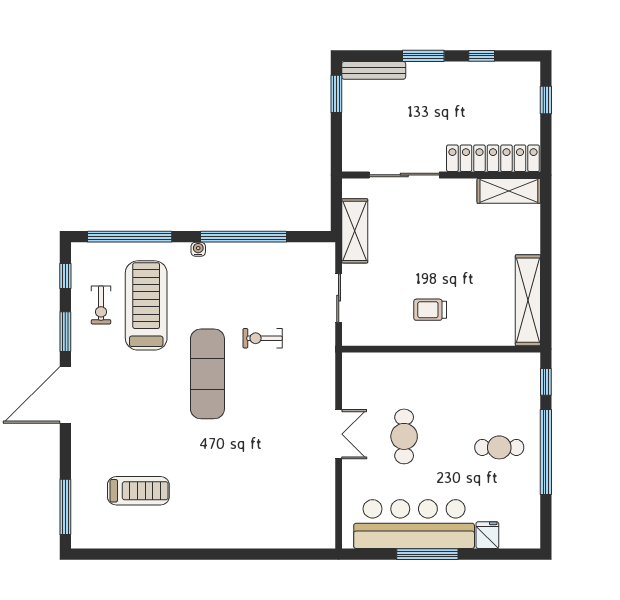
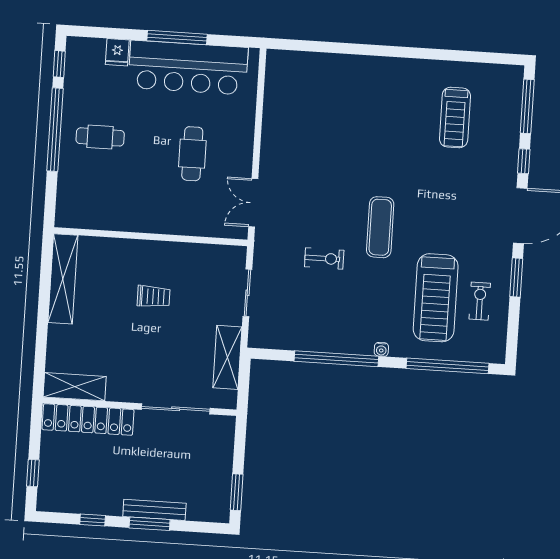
bench: (374, 70) -> (154, 510), moved
window: (65, 276) -> (524, 161), moved
trolley: (430, 310) -> (154, 296), moved
exercise mat: (207, 374) -> (380, 227), width x0.73, depth x0.69
window: (546, 382) -> (59, 64), moved
double door: (339, 434) -> (253, 203), moved
treadmill: (138, 491) -> (455, 118), turned -90

